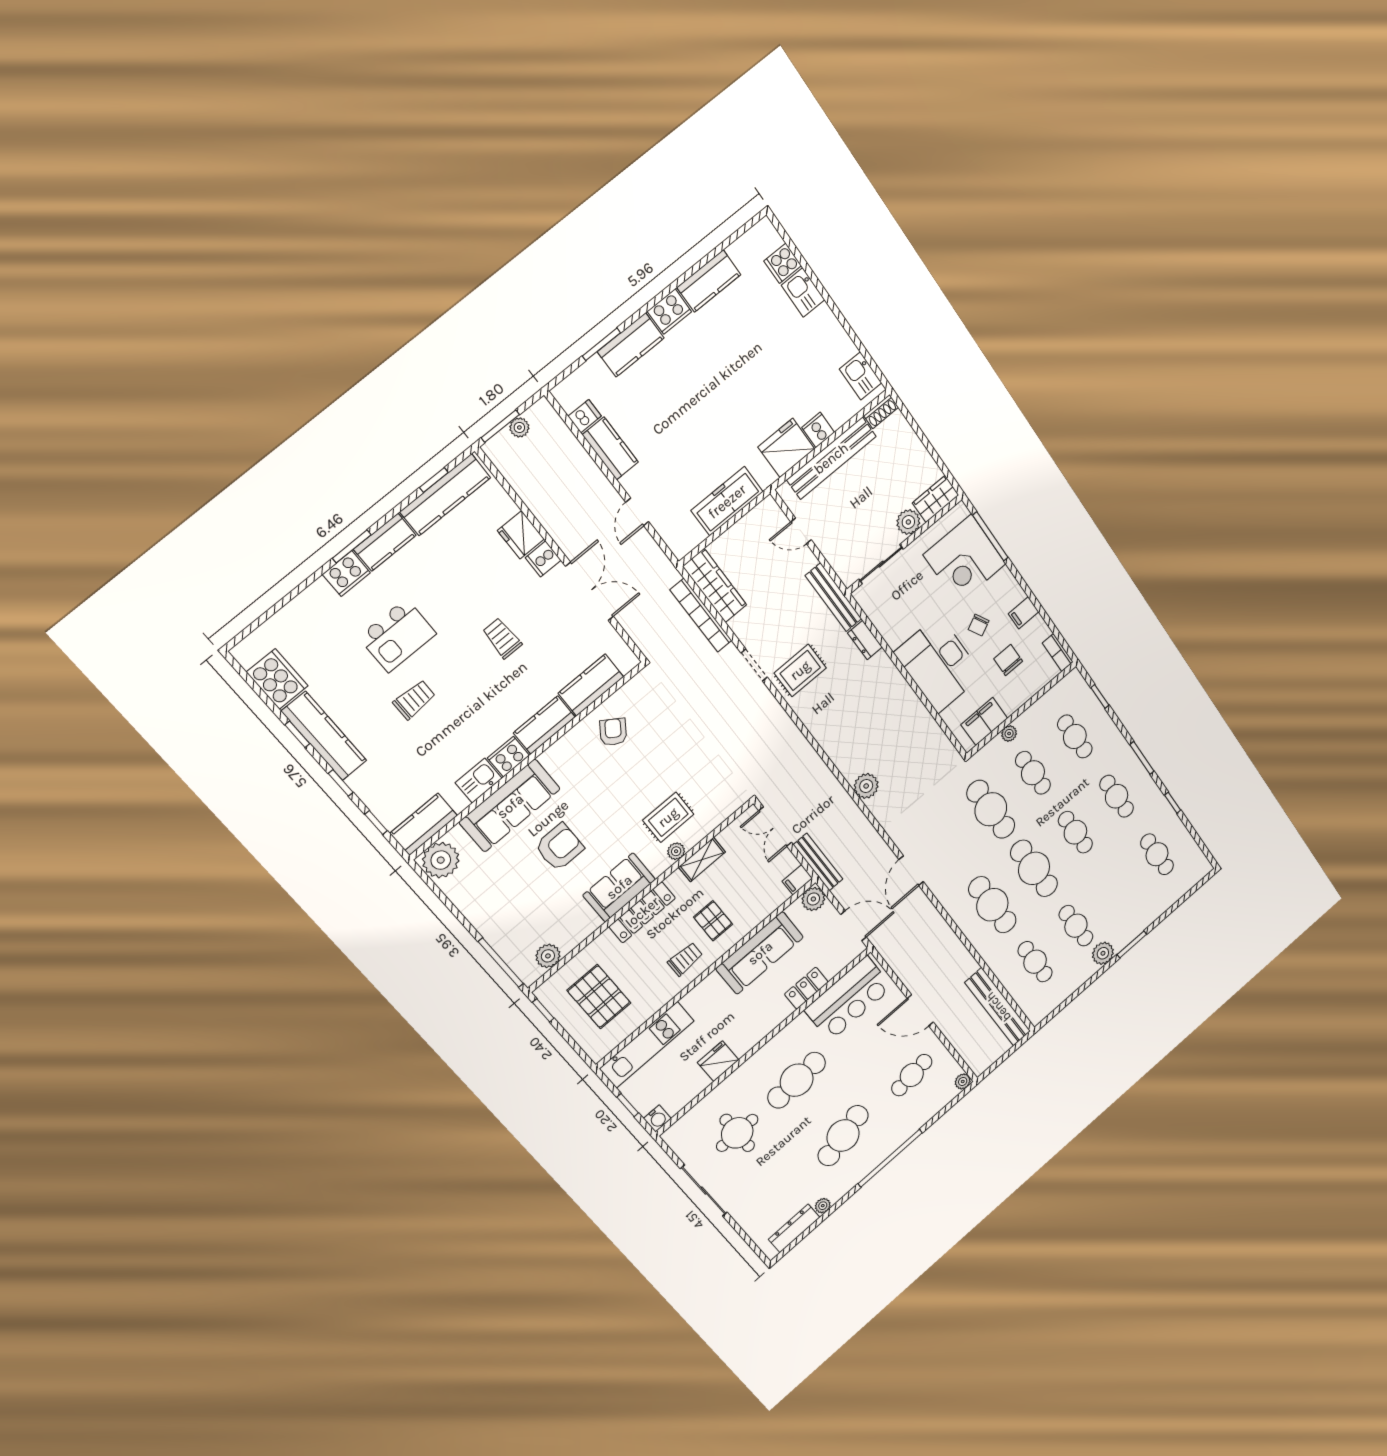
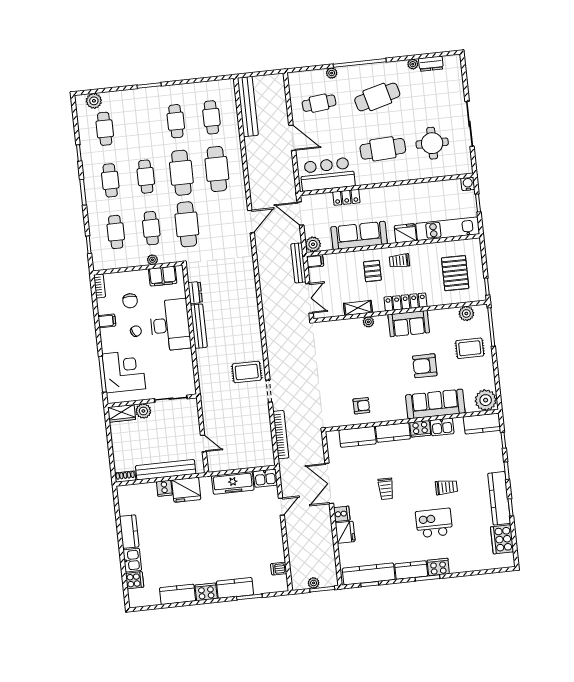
kitchen sink: (861, 376) -> (265, 478), moved, turned 90
kitchen counter: (610, 448) -> (129, 532), moved, turned 180
wardrobe: (715, 586) -> (265, 445), removed
bench: (833, 597) -> (199, 326), moved
dresser: (865, 640) -> (195, 293), moved
trolley: (414, 700) -> (446, 487), turned 180
armchair: (613, 732) -> (361, 406), turned -124
plant: (866, 786) -> (248, 286), removed
rug: (668, 817) -> (470, 348), moved
plant: (1103, 953) -> (94, 101), moved
fridge: (718, 1061) -> (405, 233), moved, turned 180
plant: (963, 1081) -> (332, 73), moved
dresser: (794, 1228) -> (431, 64), width x0.70

